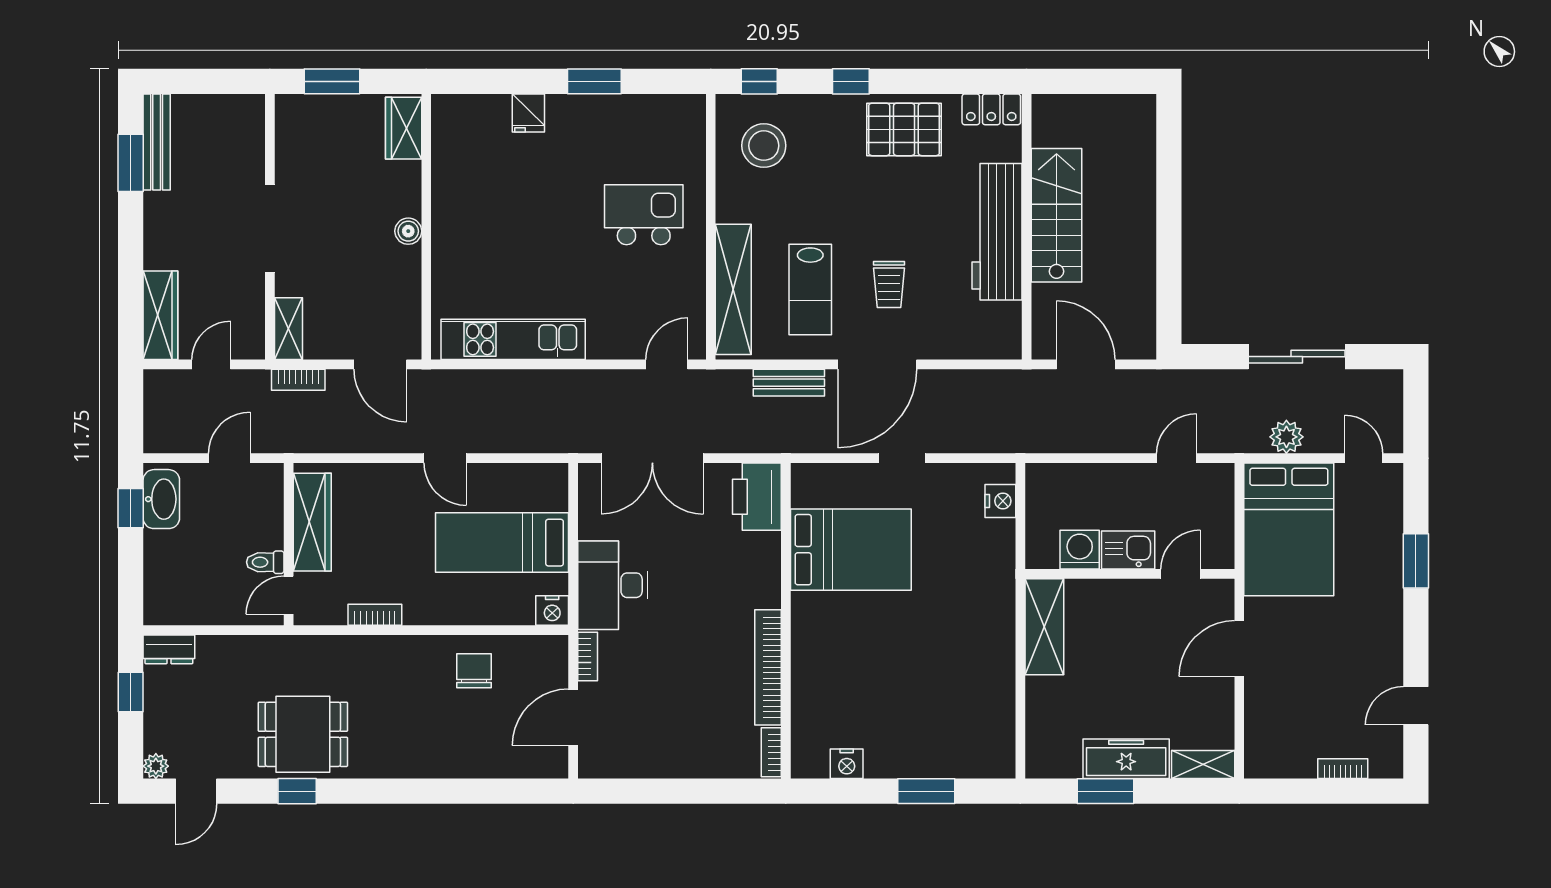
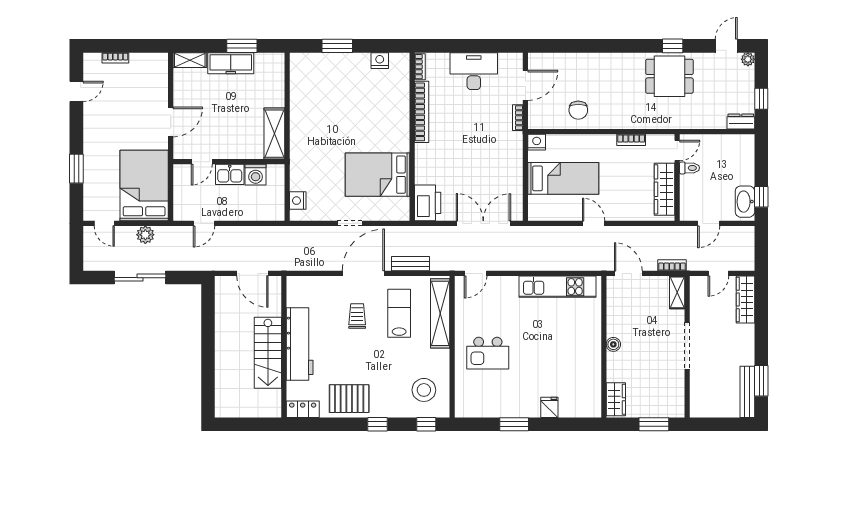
desk: (613, 585) -> (474, 71), moved, turned -90

